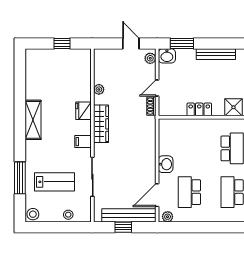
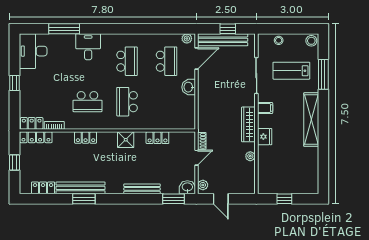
shelving: (33, 120) -> (311, 120), width x1.47

